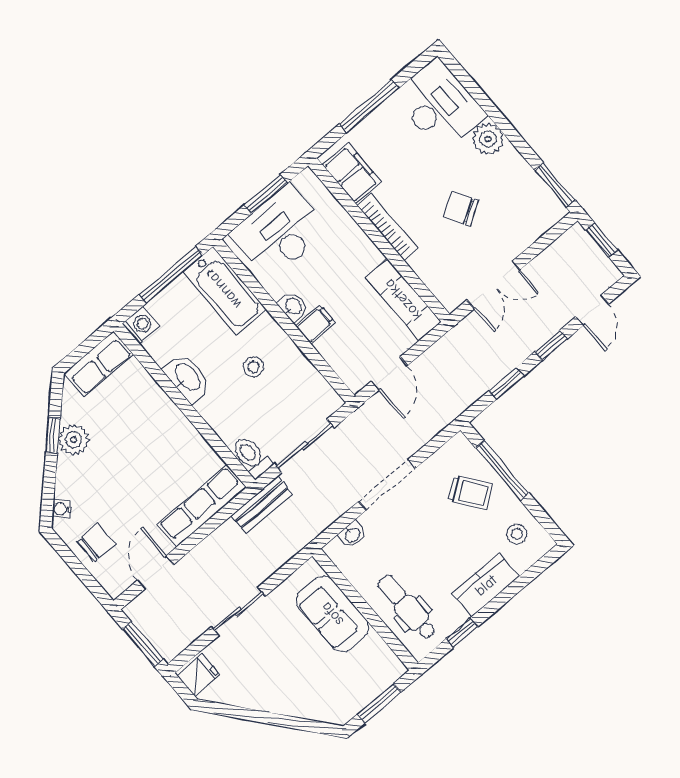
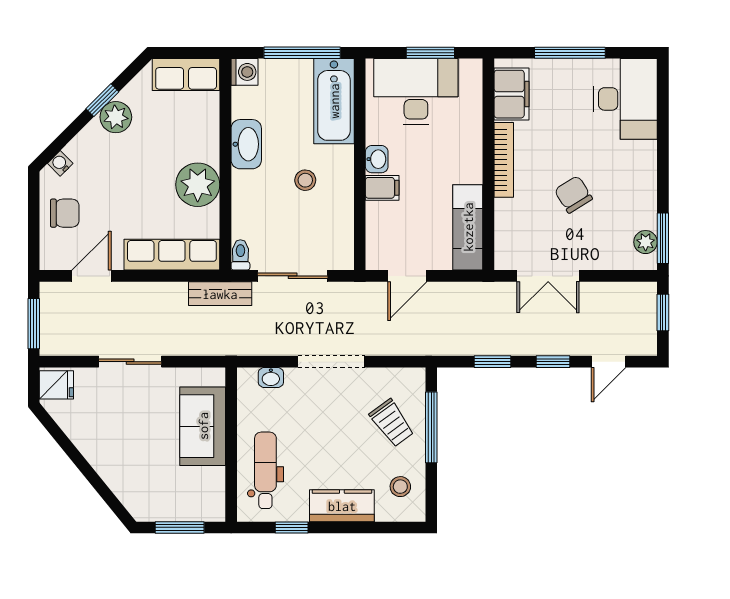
plant: (488, 139) -> (646, 242), moved, width x0.73, depth x0.73
plant: (177, 438) -> (198, 185), added
toilet: (251, 457) -> (240, 255), width x0.73, depth x0.72

